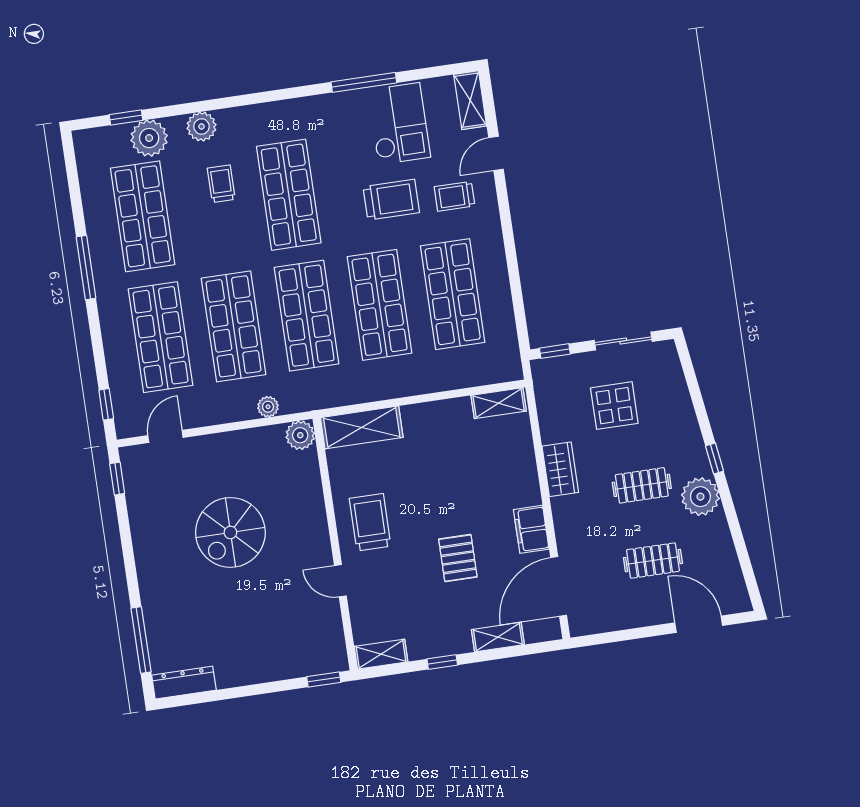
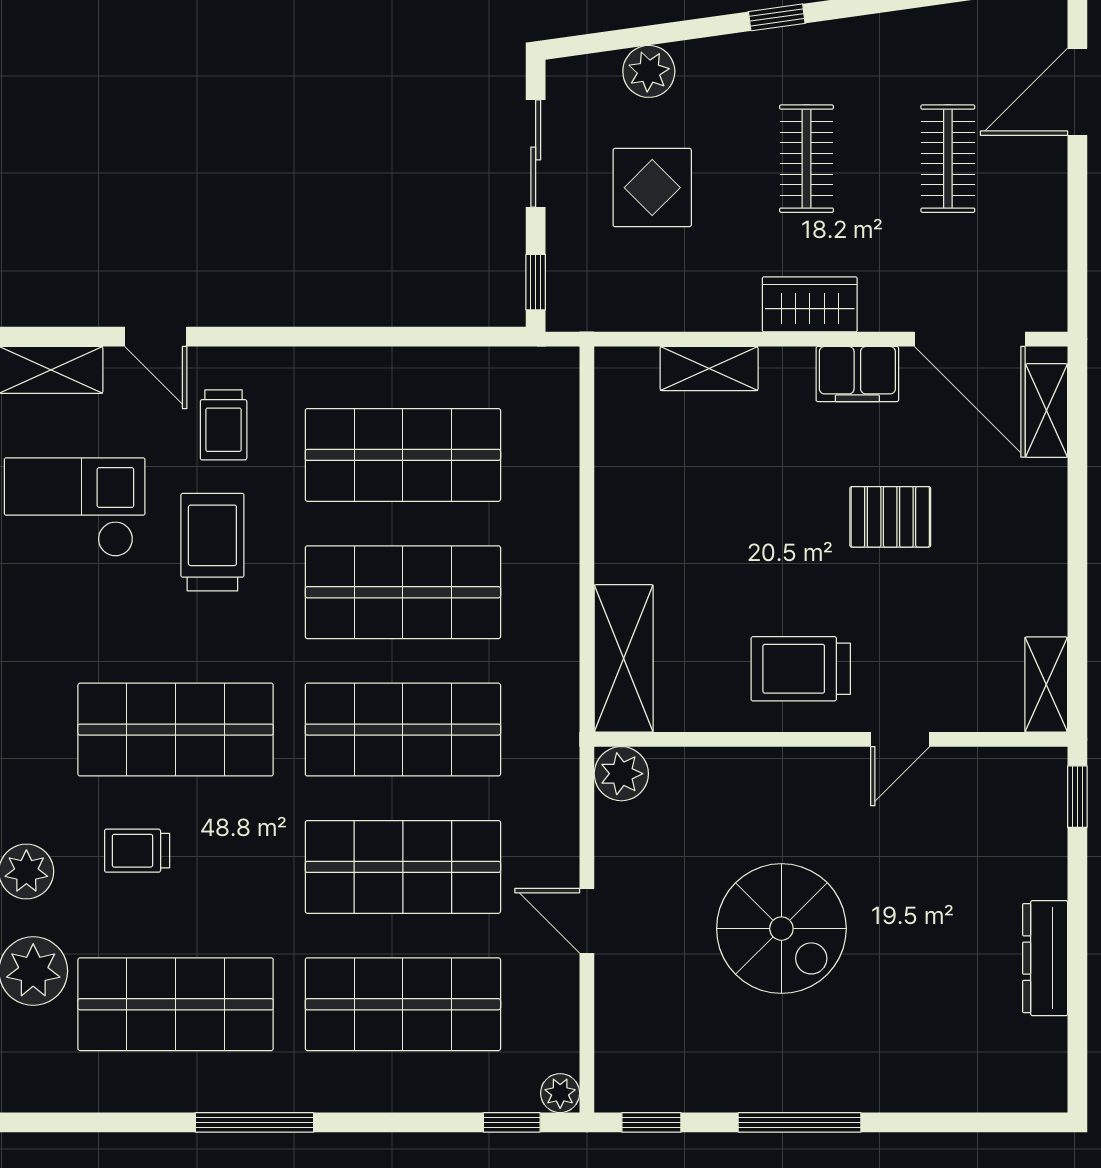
shelving: (499, 403) -> (709, 369), moved, turned 90
plant: (268, 407) -> (560, 1093), moved
door: (165, 436) -> (587, 921), moved
wardrobe: (560, 469) -> (810, 304), moved
plant: (700, 497) -> (649, 71), moved, width x0.73, depth x0.73
shelving: (498, 637) -> (1047, 411), moved
window: (141, 640) -> (800, 1122), moved
window: (442, 662) -> (1077, 574), removed
dresser: (184, 683) -> (1045, 958), moved

